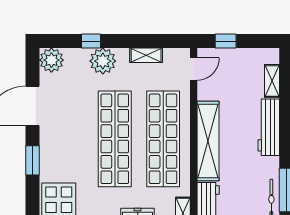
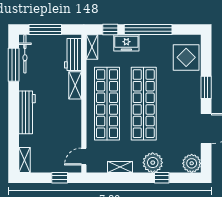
shelving: (272, 81) -> (25, 160), moved
shelving: (208, 141) -> (75, 85), width x0.45, depth x0.75

